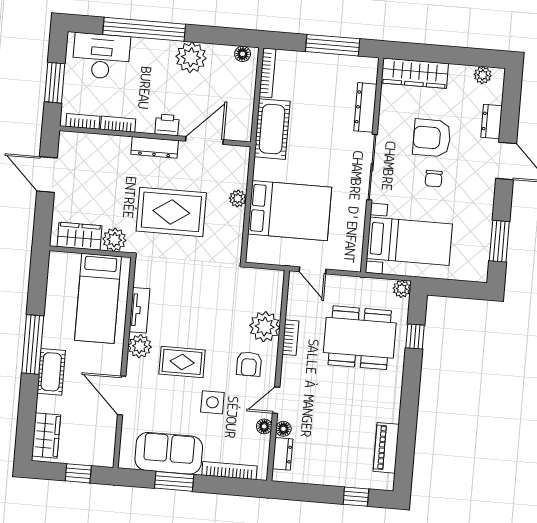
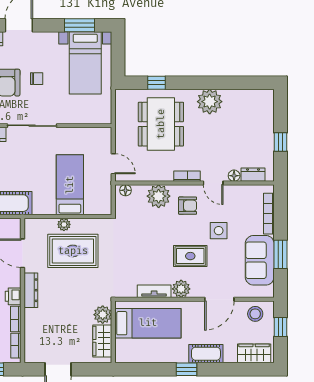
printer: (167, 125) -> (13, 296), moved
bed: (290, 211) -> (70, 185), width x0.67
rug: (171, 212) -> (73, 251), moved, turned 90
bed with nightstands: (409, 241) -> (85, 63), moved, turned 180
door: (313, 270) -> (113, 164), hinge flipped
plant: (402, 289) -> (210, 102), moved, width x1.87, depth x1.87
bookcase: (290, 338) -> (187, 176), moved
window: (33, 344) -> (187, 369), width x0.46
rug: (182, 362) -> (190, 256), turned 90
floor lamp: (264, 426) -> (125, 190), moved
stool: (98, 441) -> (255, 314), added
piano: (386, 448) -> (242, 97), removed
window: (356, 497) -> (280, 142), moved

